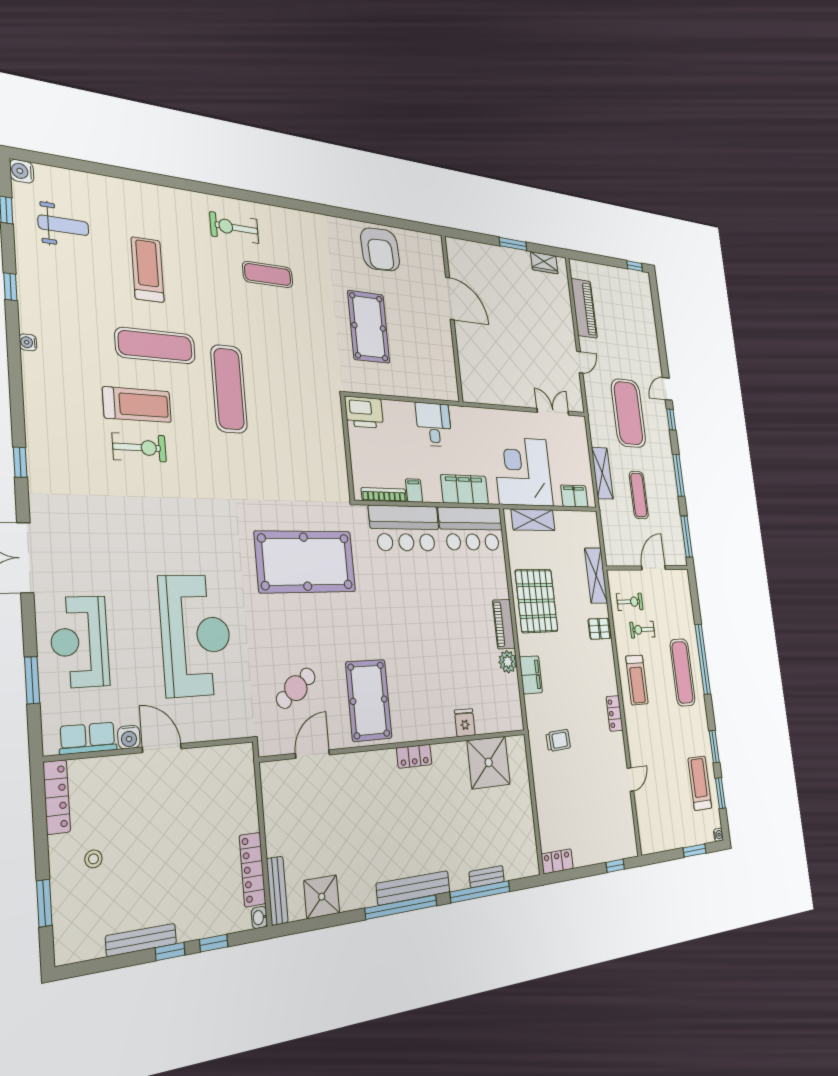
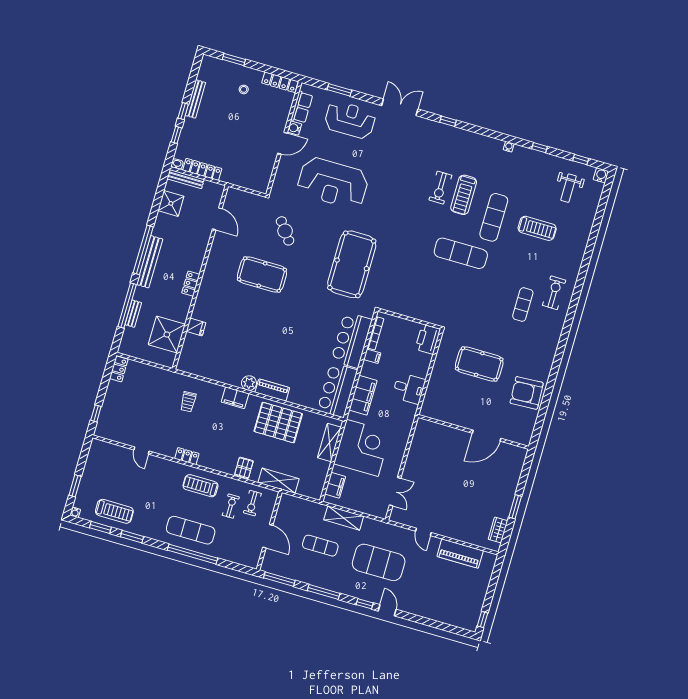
fridge: (465, 723) -> (196, 327), moved
wall: (401, 745) -> (200, 277), moved
door: (313, 754) -> (217, 219), moved
locker: (414, 756) -> (191, 284), moved
shower: (489, 762) -> (167, 334), moved

